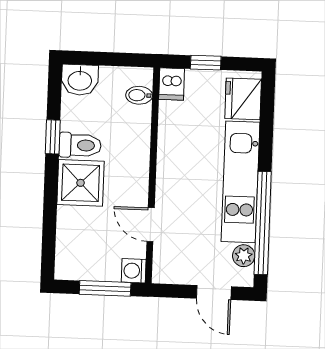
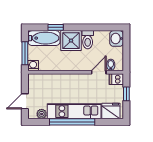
window: (53, 137) -> (56, 27), moved
window: (263, 223) -> (72, 122), moved
door: (151, 225) -> (99, 72), moved
bathtub: (73, 244) -> (44, 38), added

